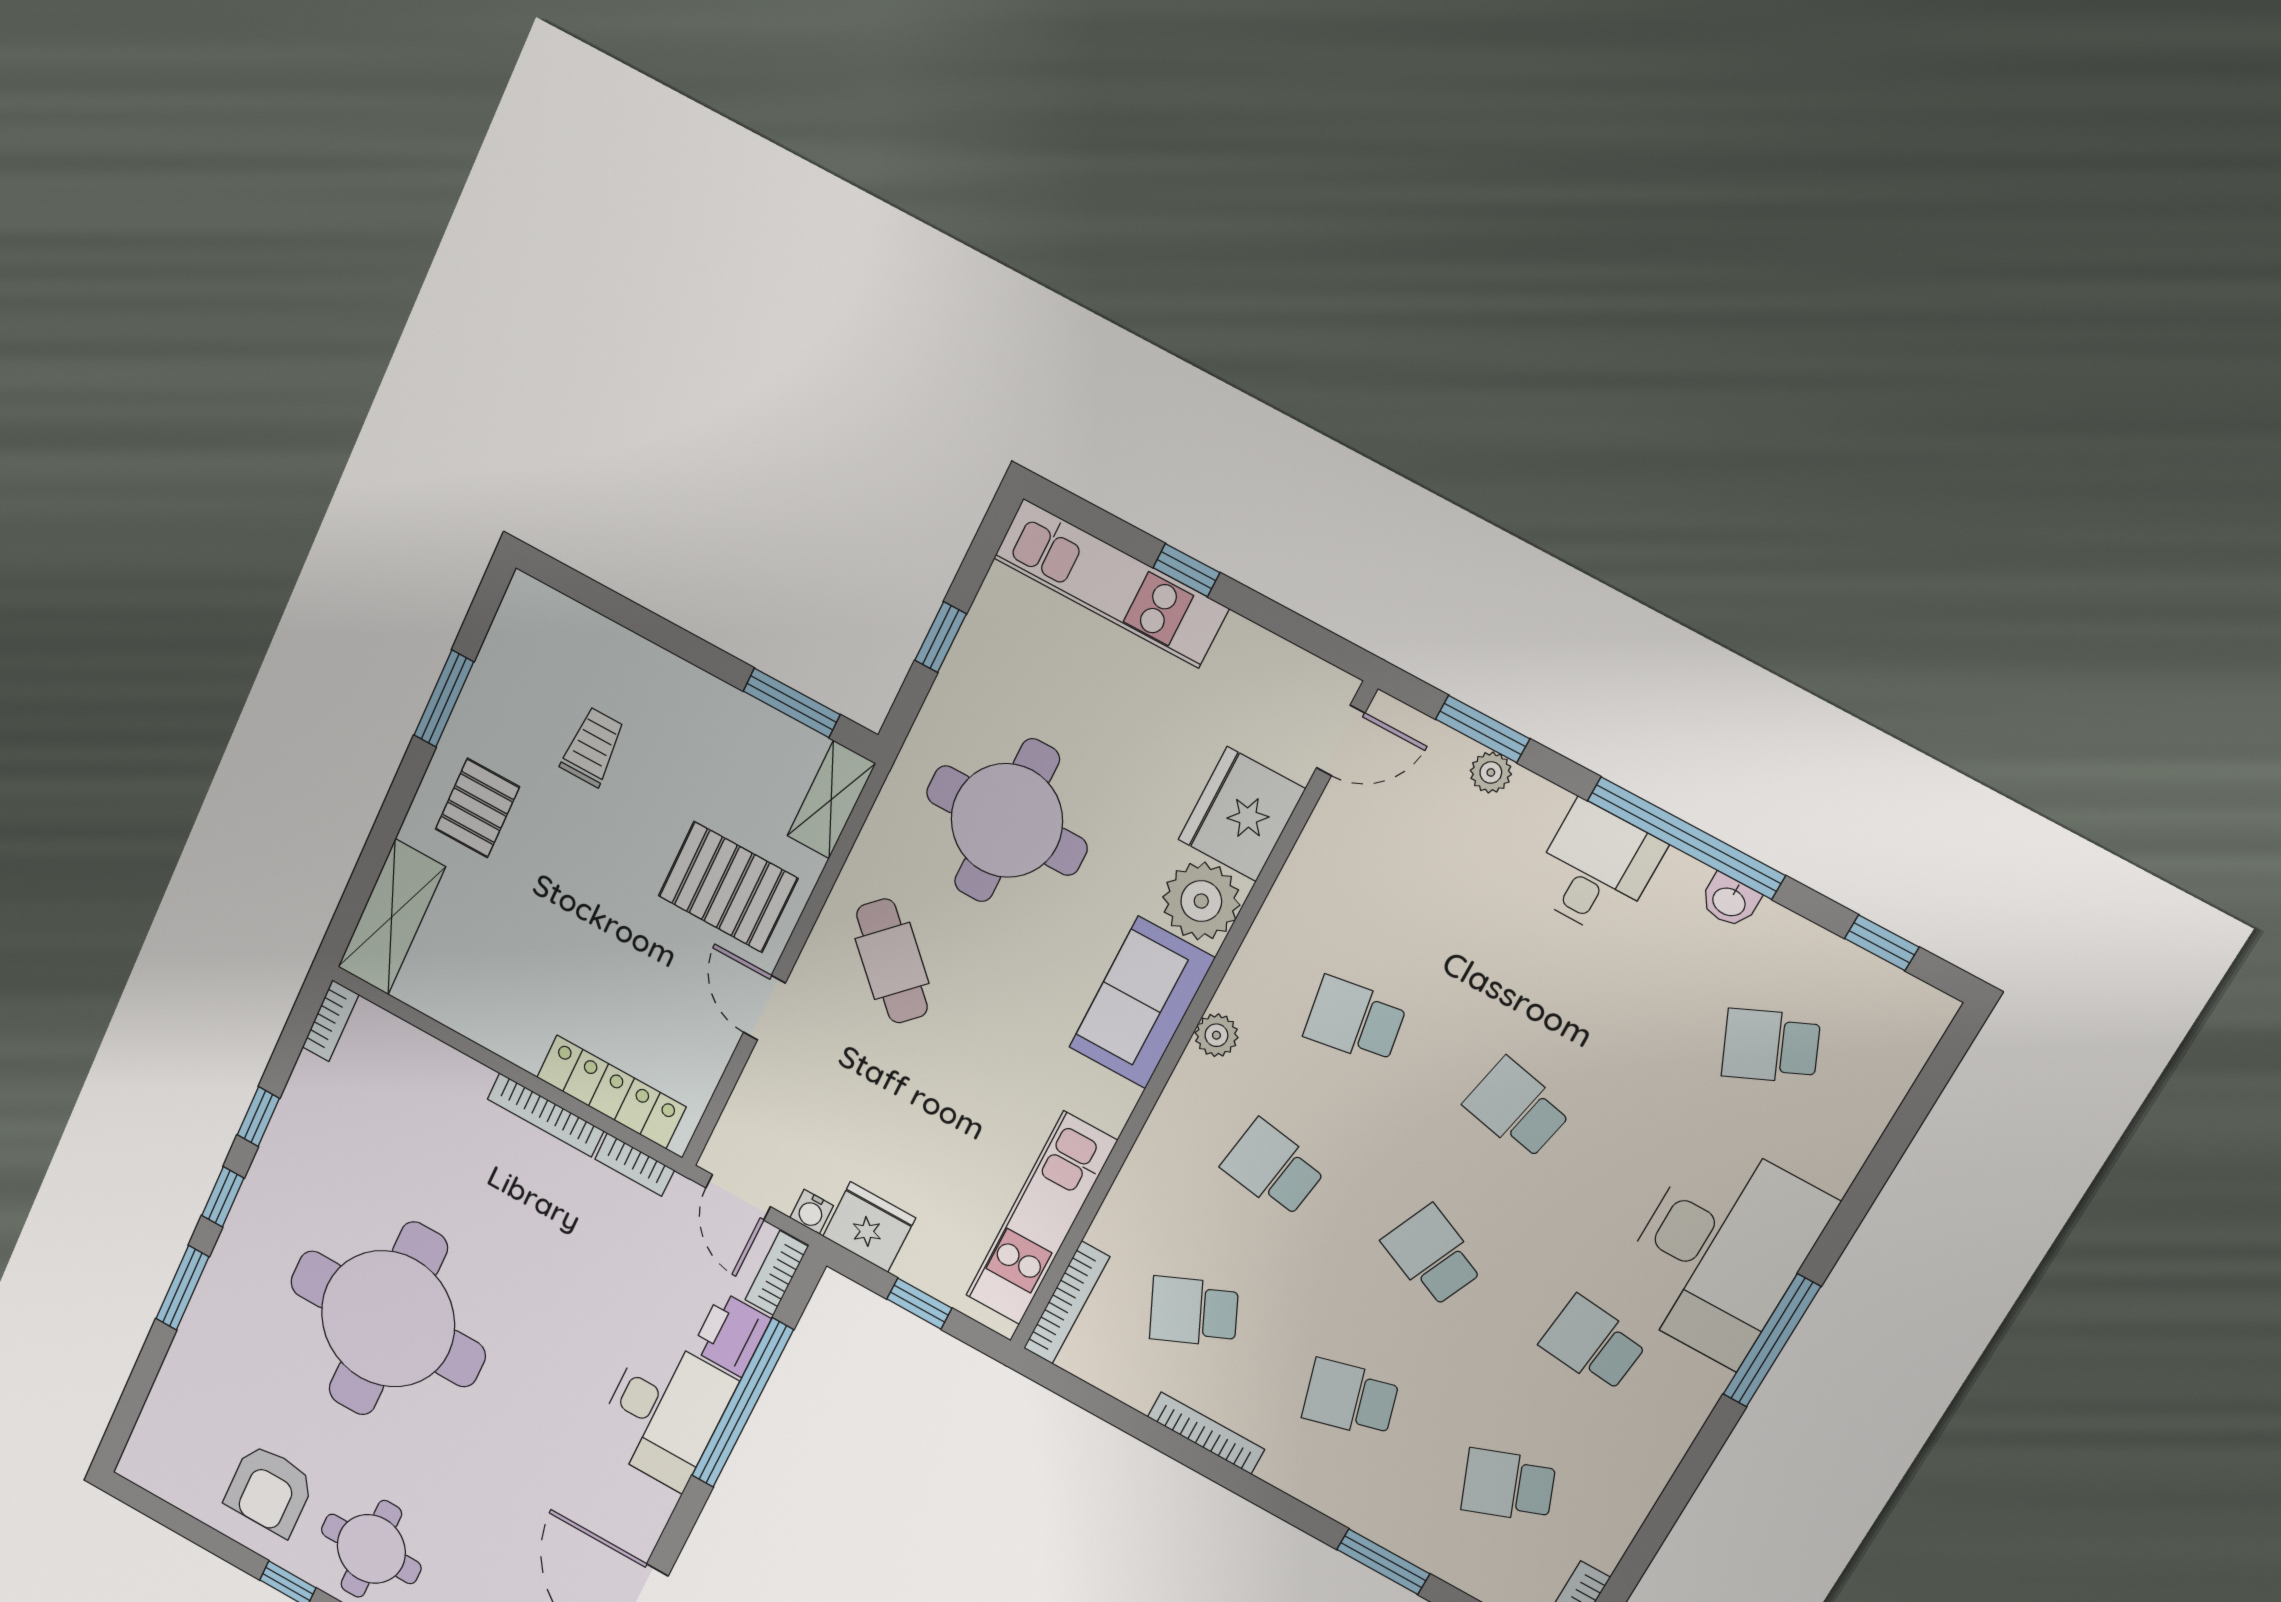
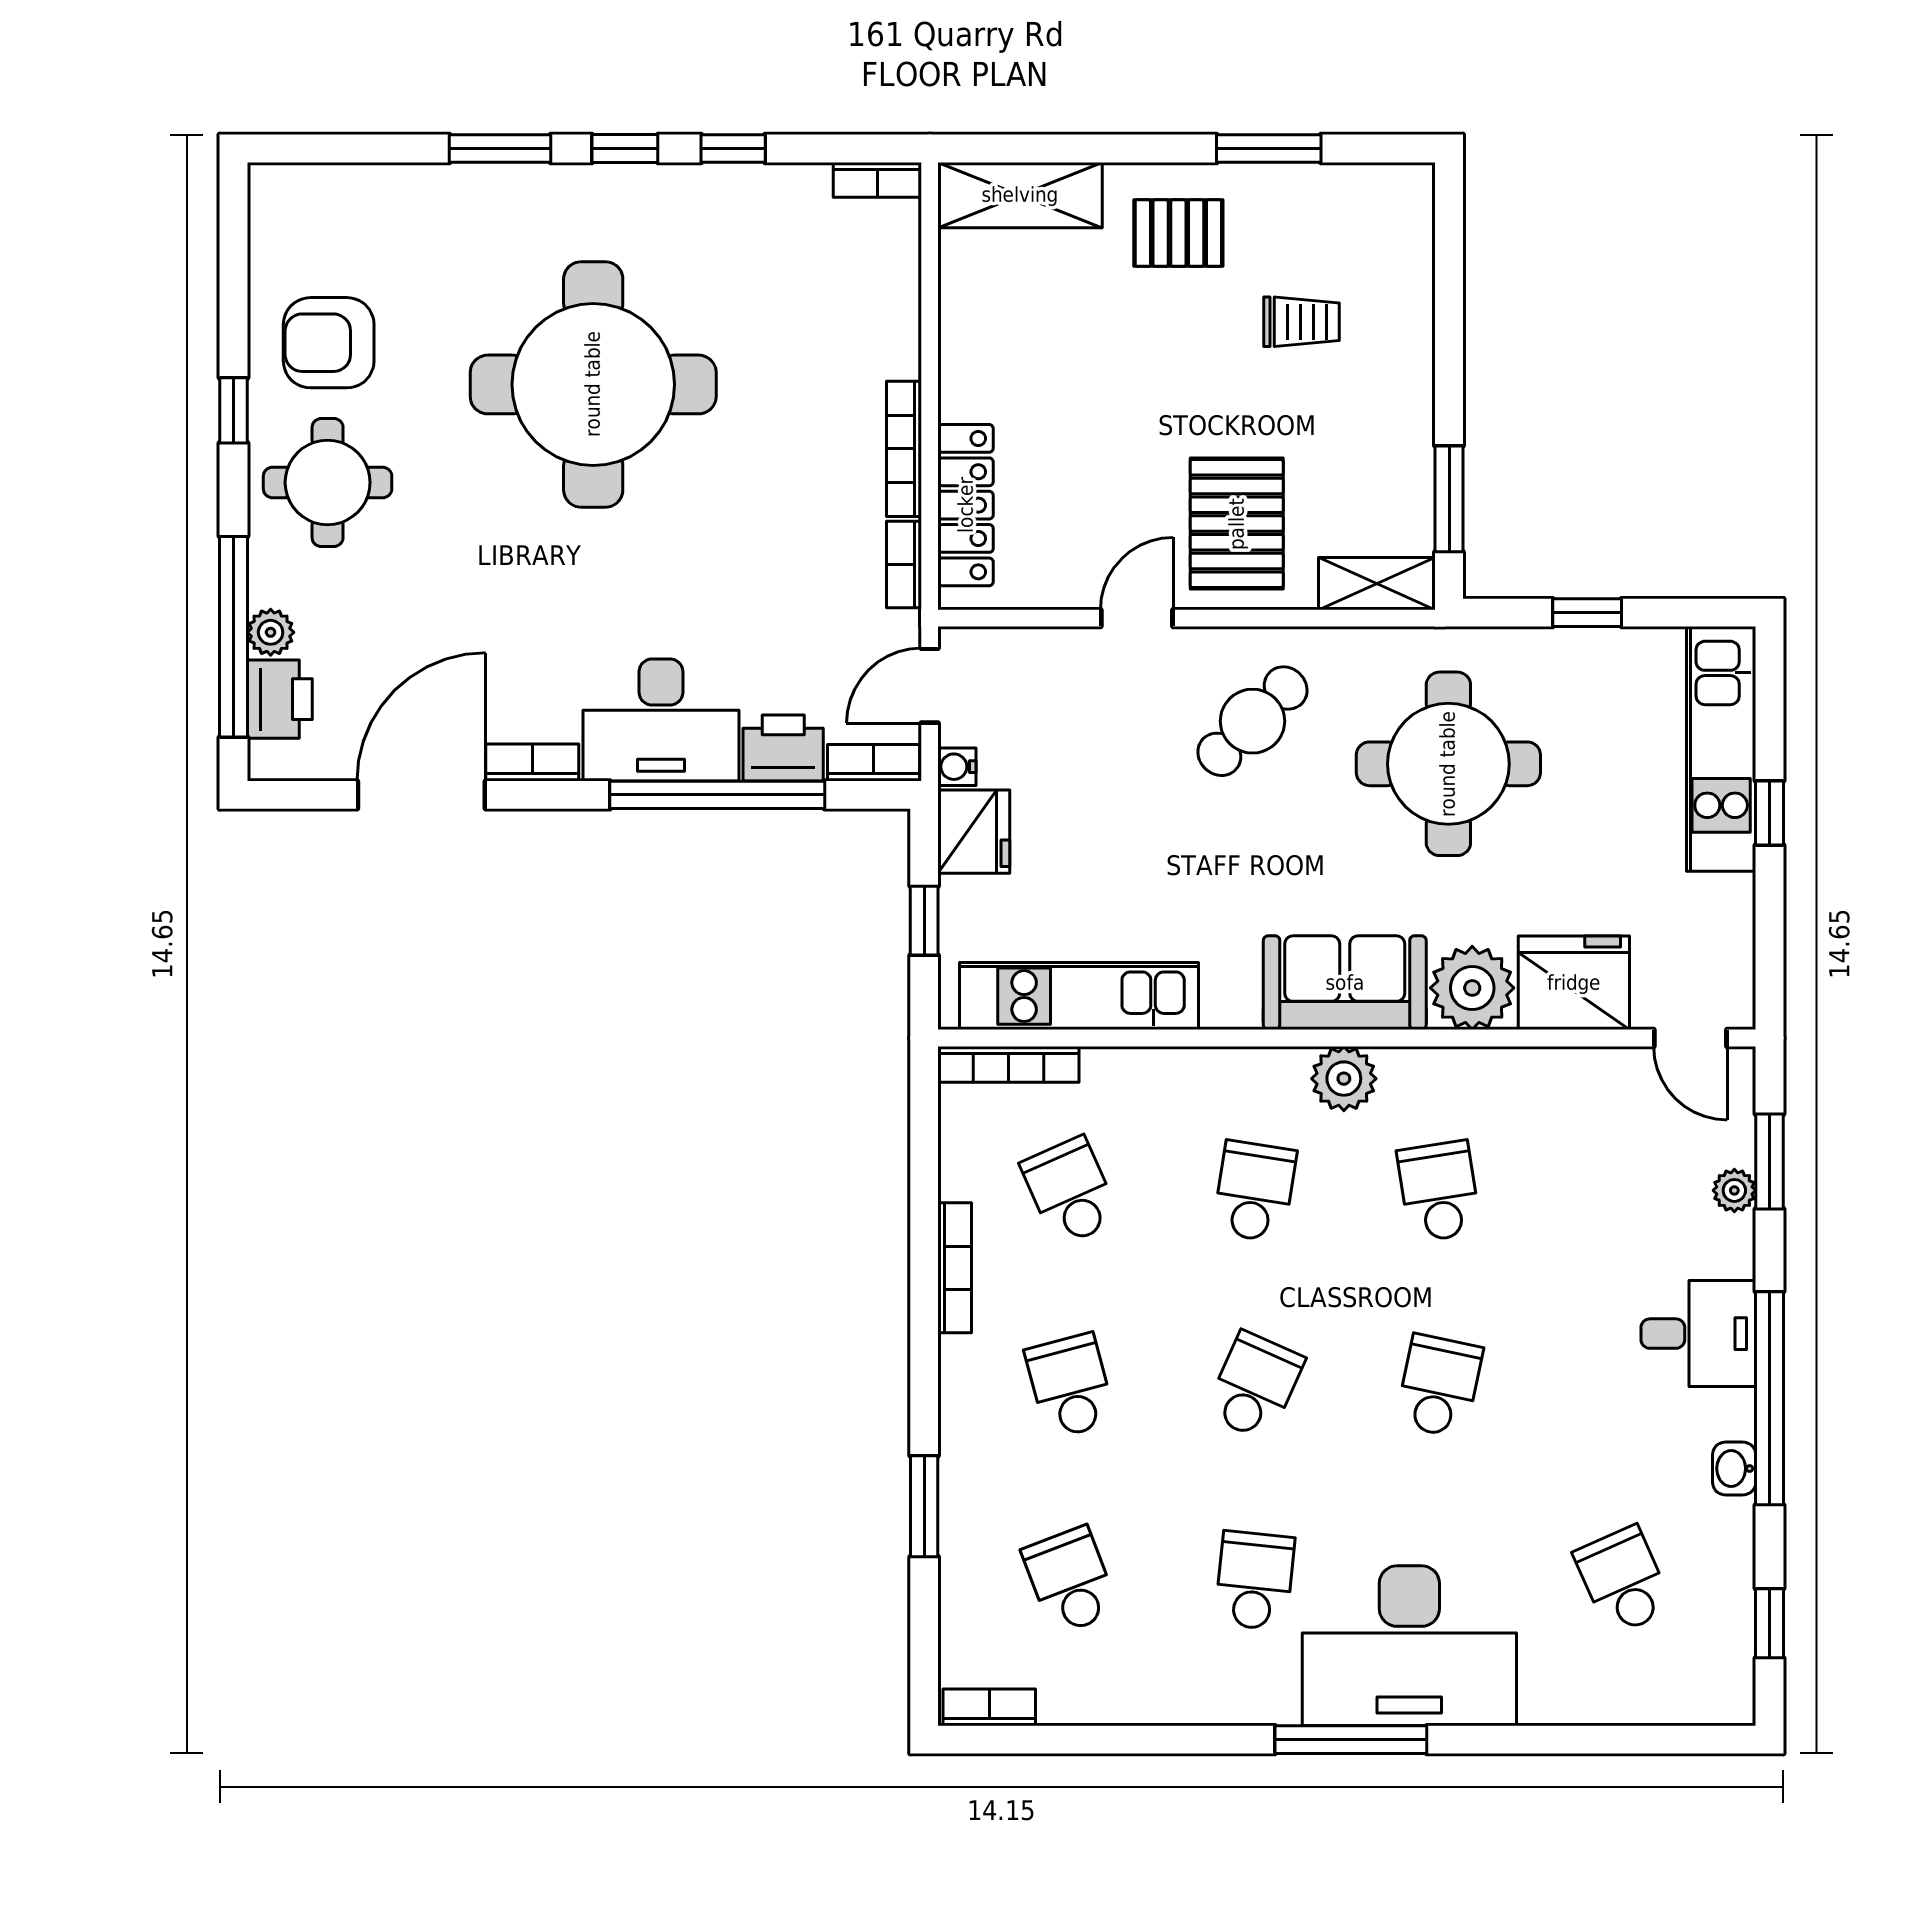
plant: (1216, 1035) -> (1344, 1079), width x1.38, depth x1.38
bookcase: (650, 1523) -> (532, 762), added

